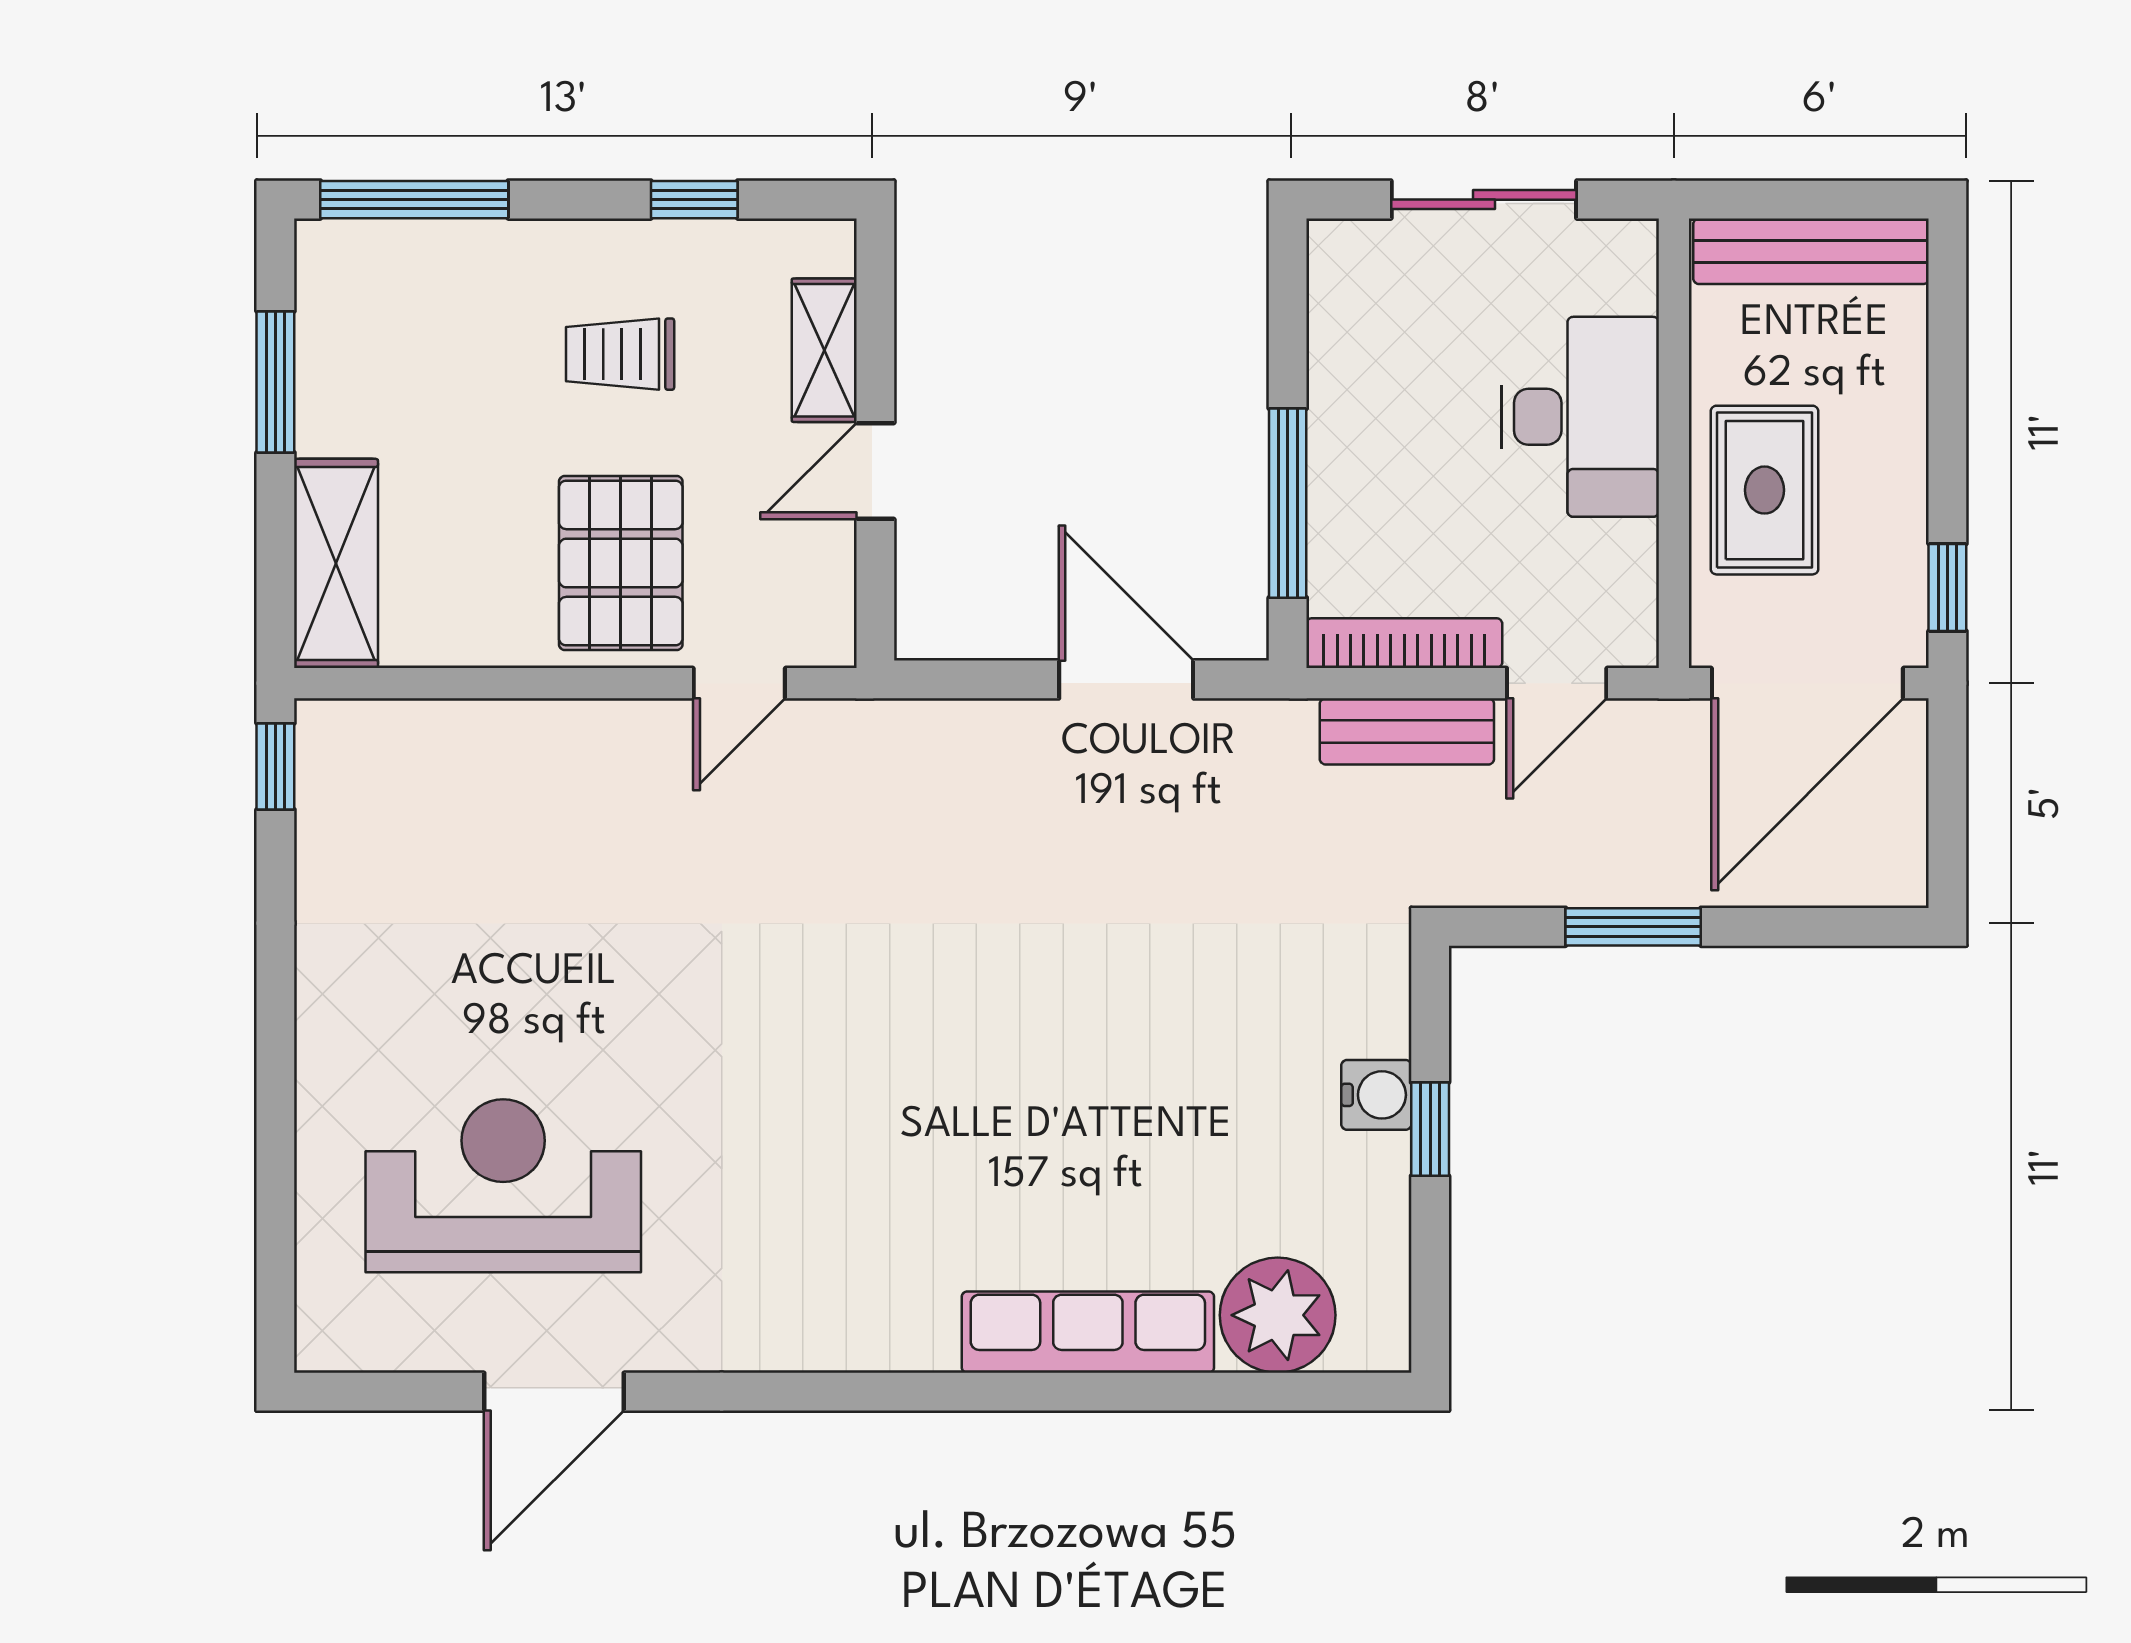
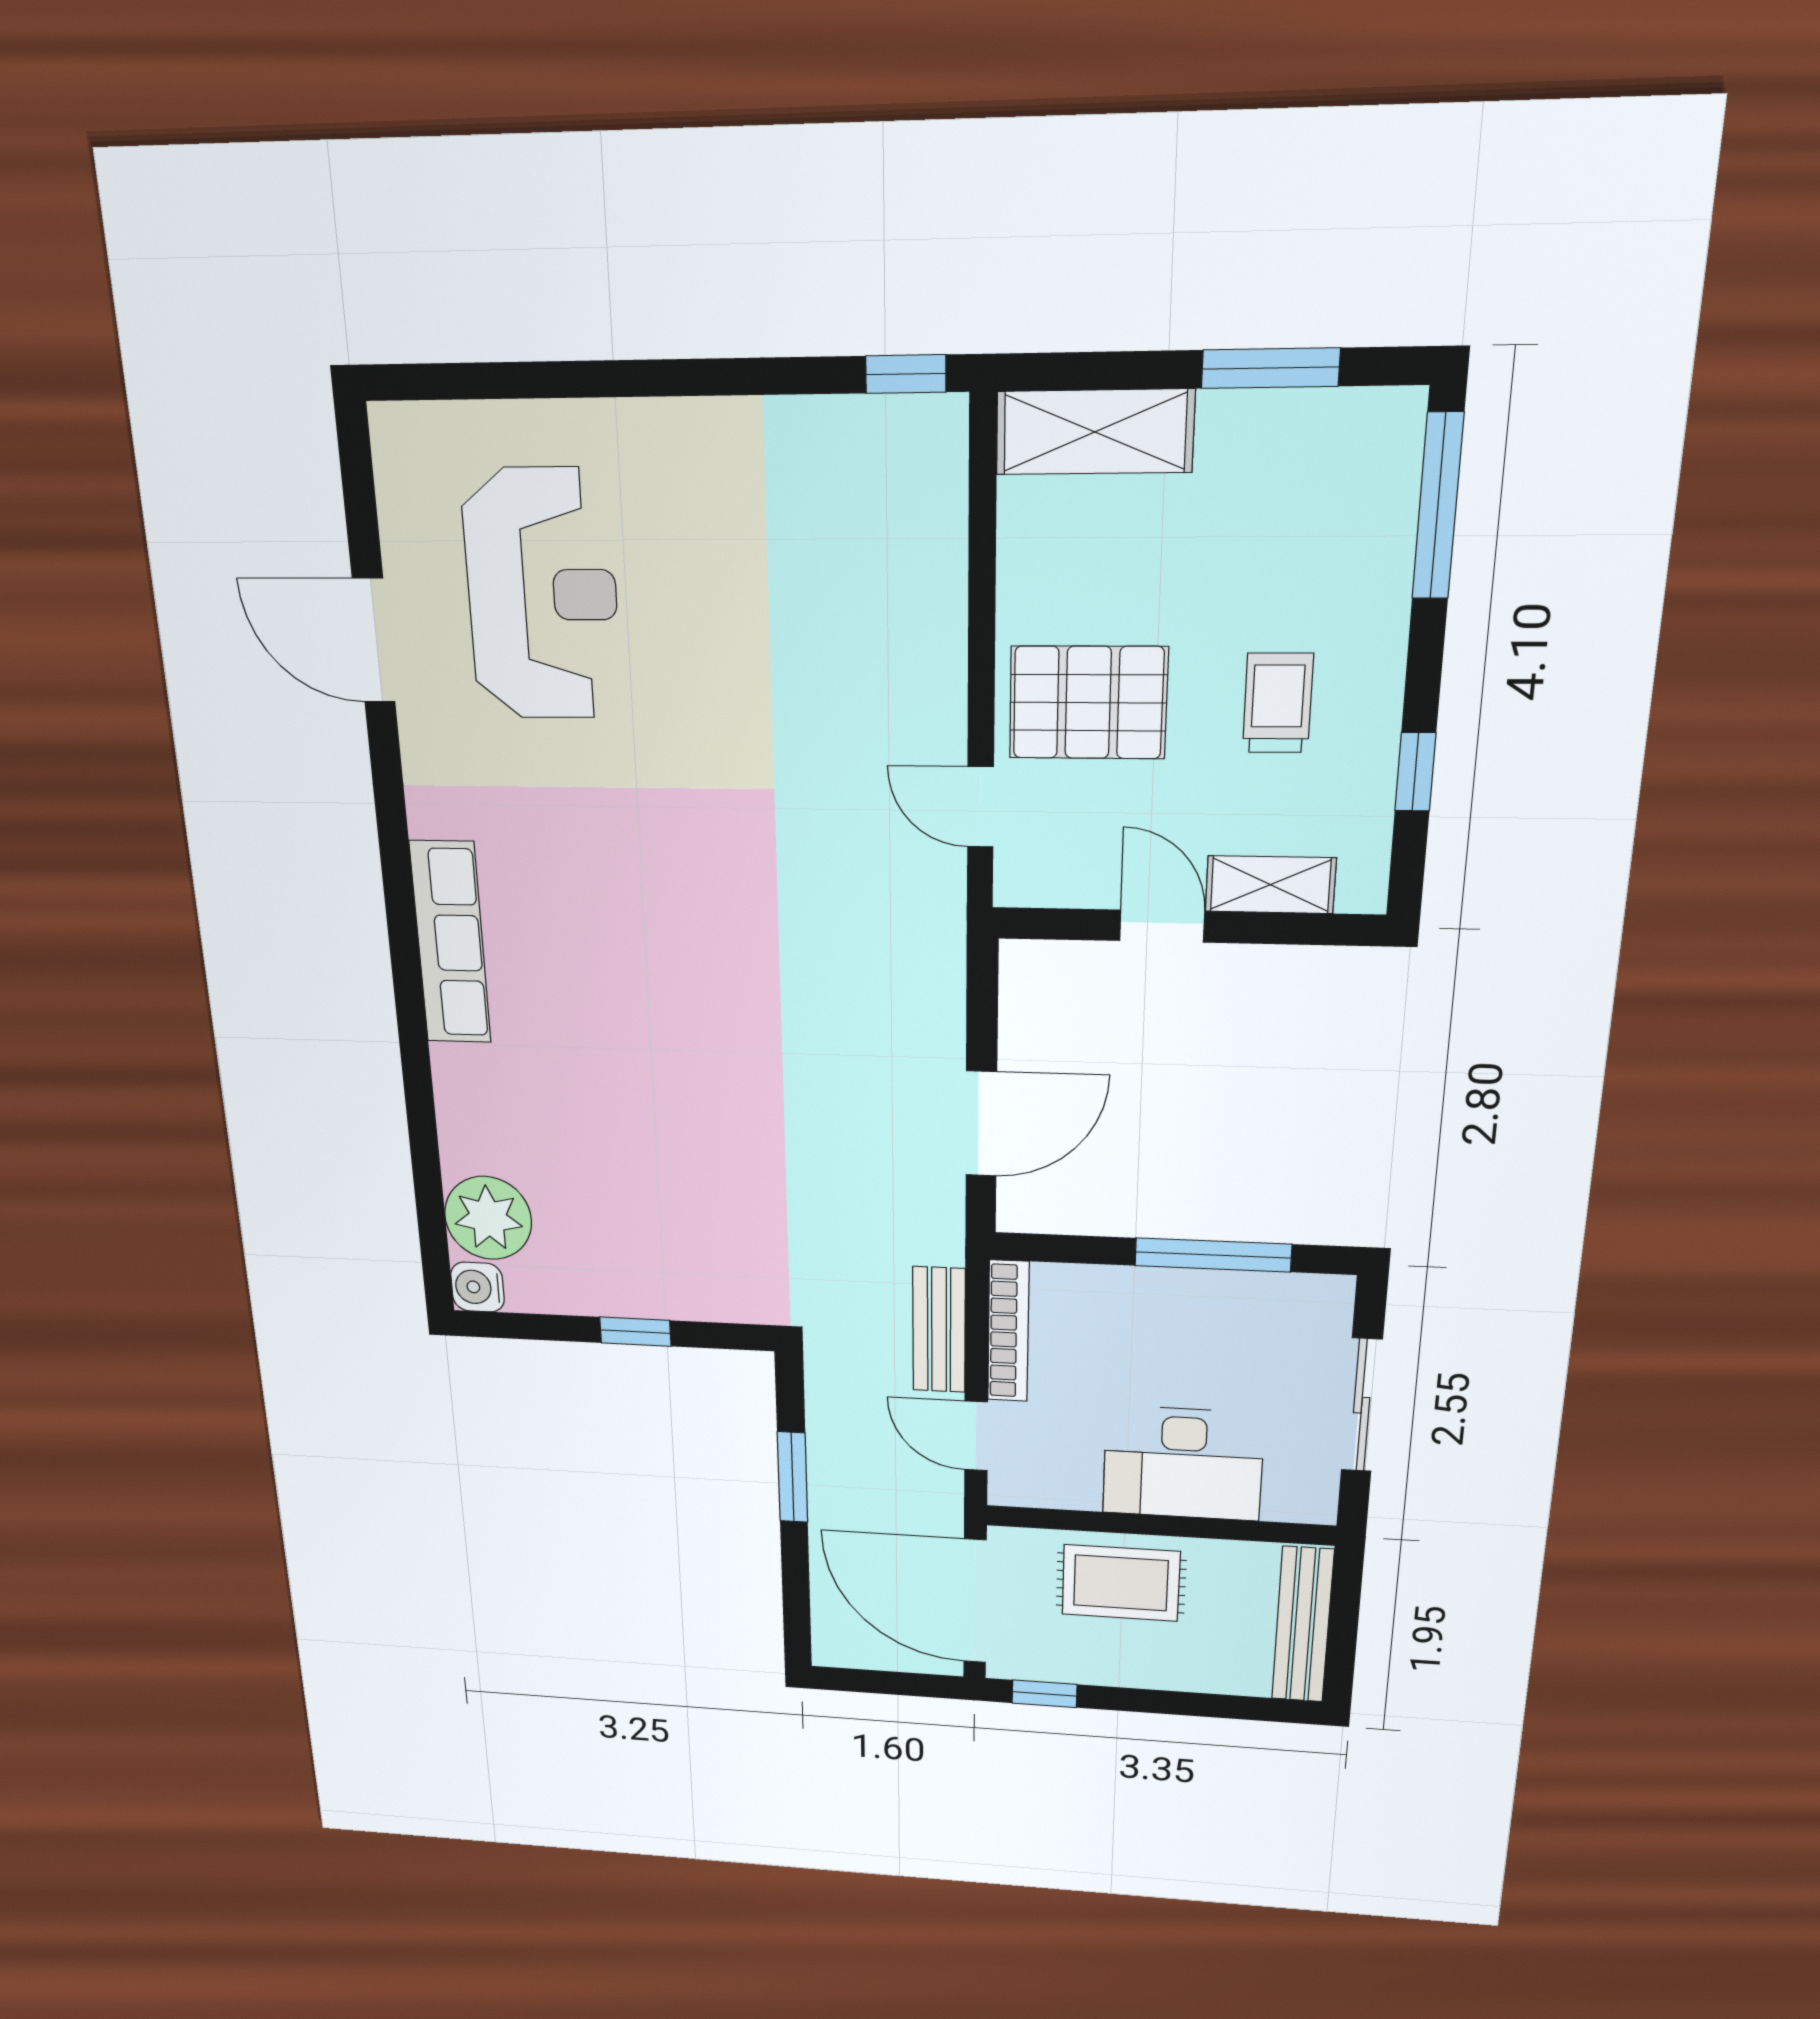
window: (1288, 503) -> (1213, 1255), moved
water cooler: (1376, 1095) -> (477, 1287), moved, turned 90
row of seats: (1088, 1332) -> (450, 943), moved

